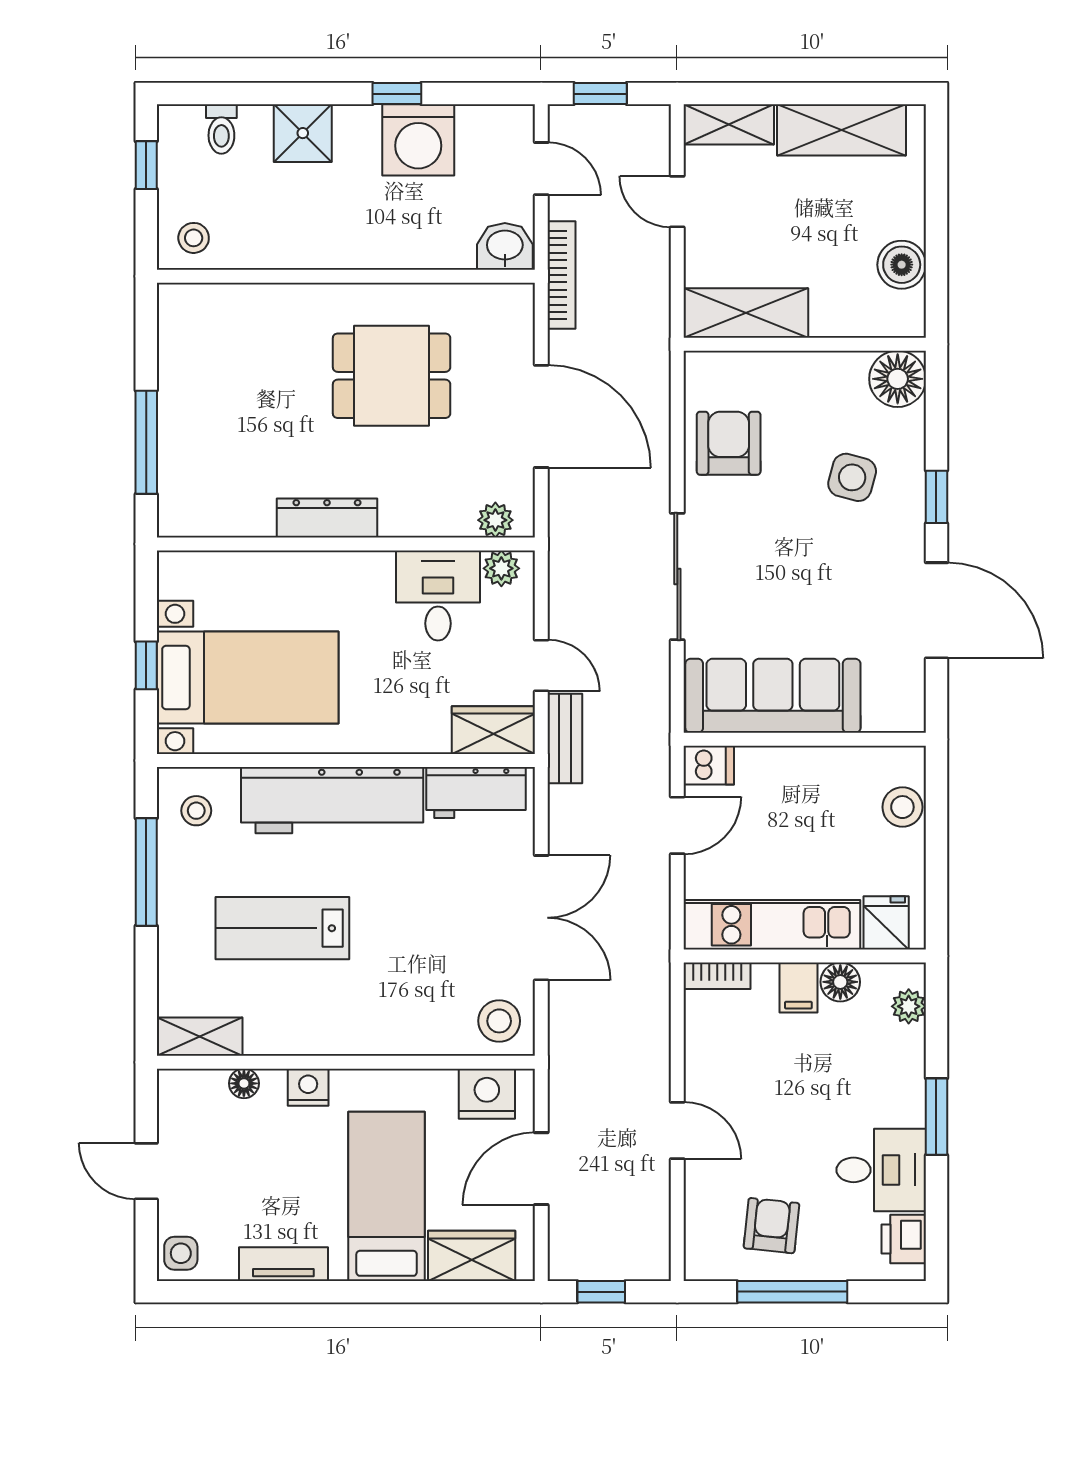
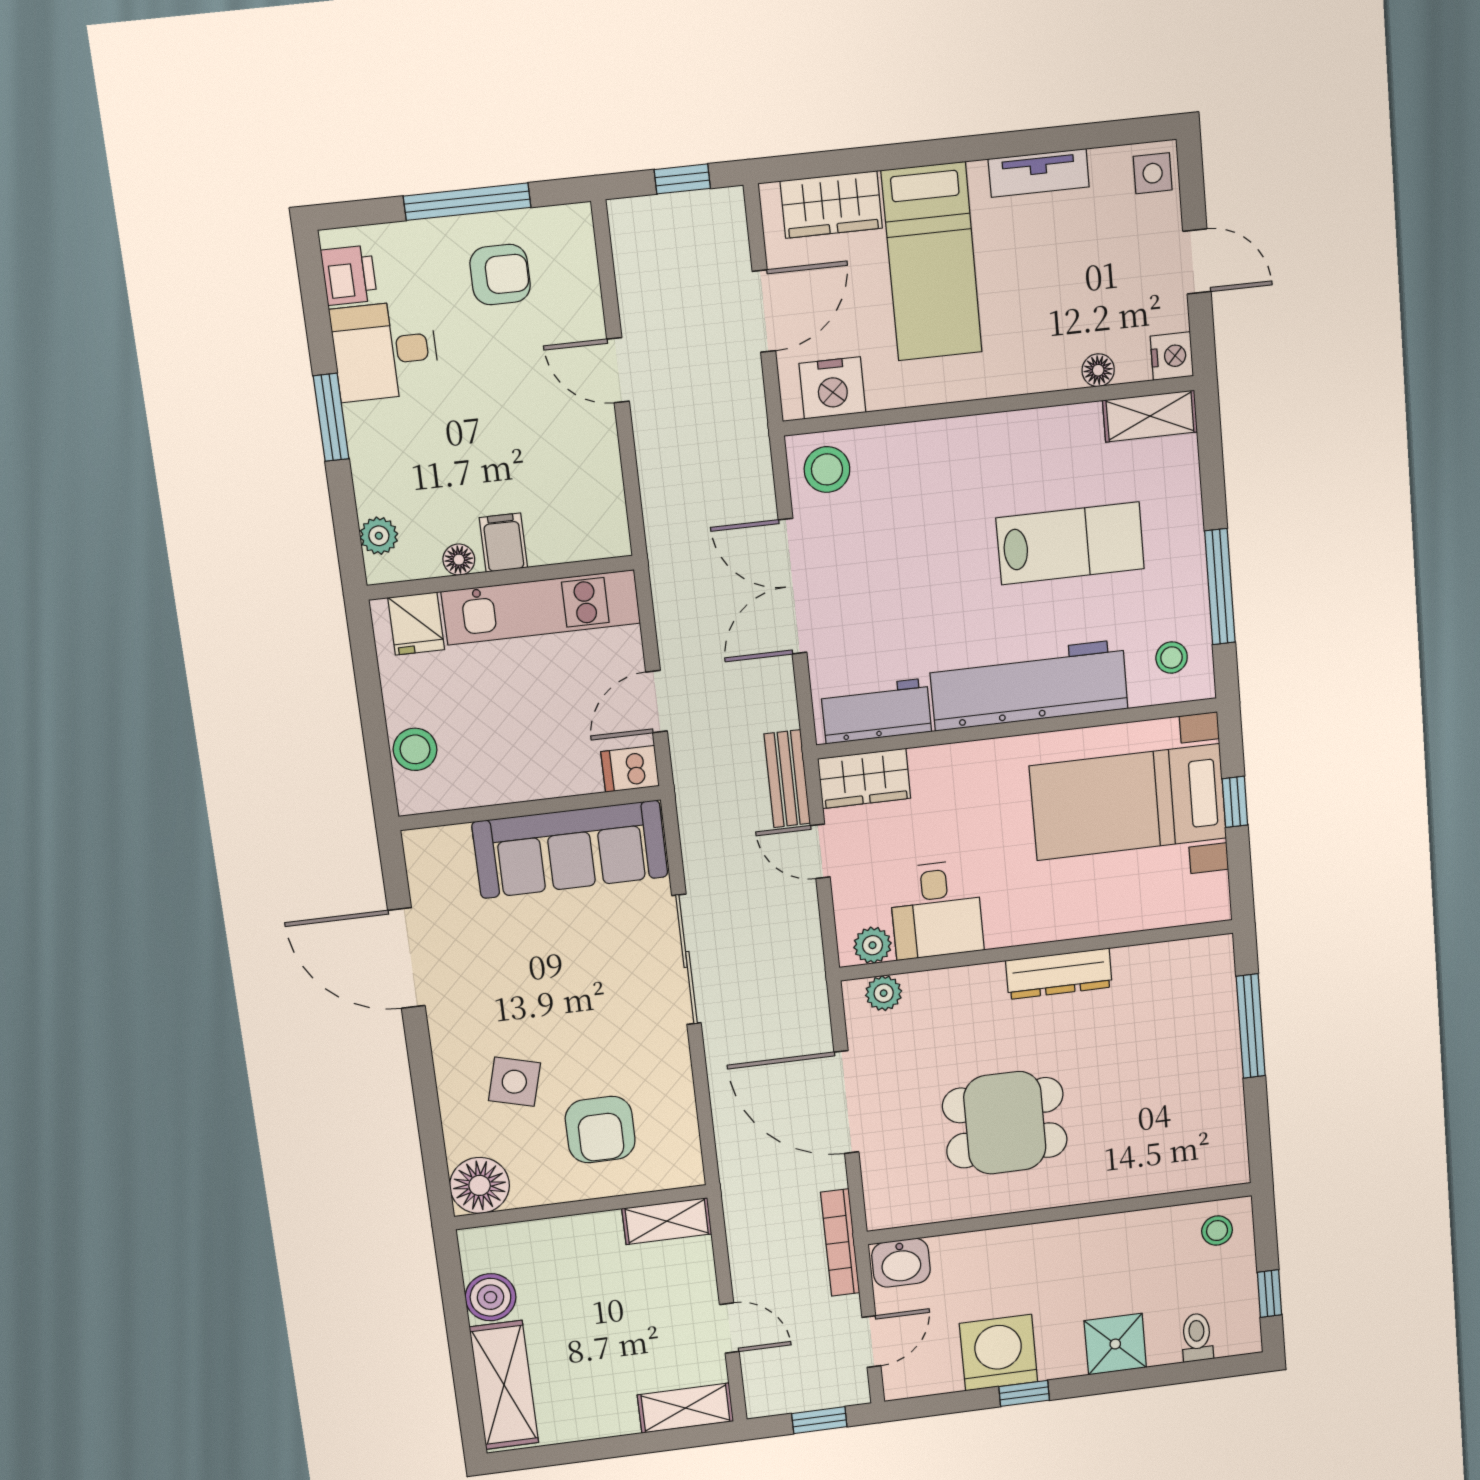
shelving: (842, 130) -> (504, 1385), moved, turned 90
door: (541, 169) -> (871, 1342), swing flipped
shelving: (746, 313) -> (667, 1221), width x0.67, depth x0.75
armchair: (729, 443) -> (600, 1130), moved
window: (936, 497) -> (422, 1073), removed
bookcase: (717, 976) -> (594, 545), removed
floor lamp: (840, 982) -> (459, 560), width x0.73, depth x0.73
nightstand: (308, 1087) -> (1172, 356), moved, turned -90
armchair: (771, 1226) -> (500, 275), turned -96

